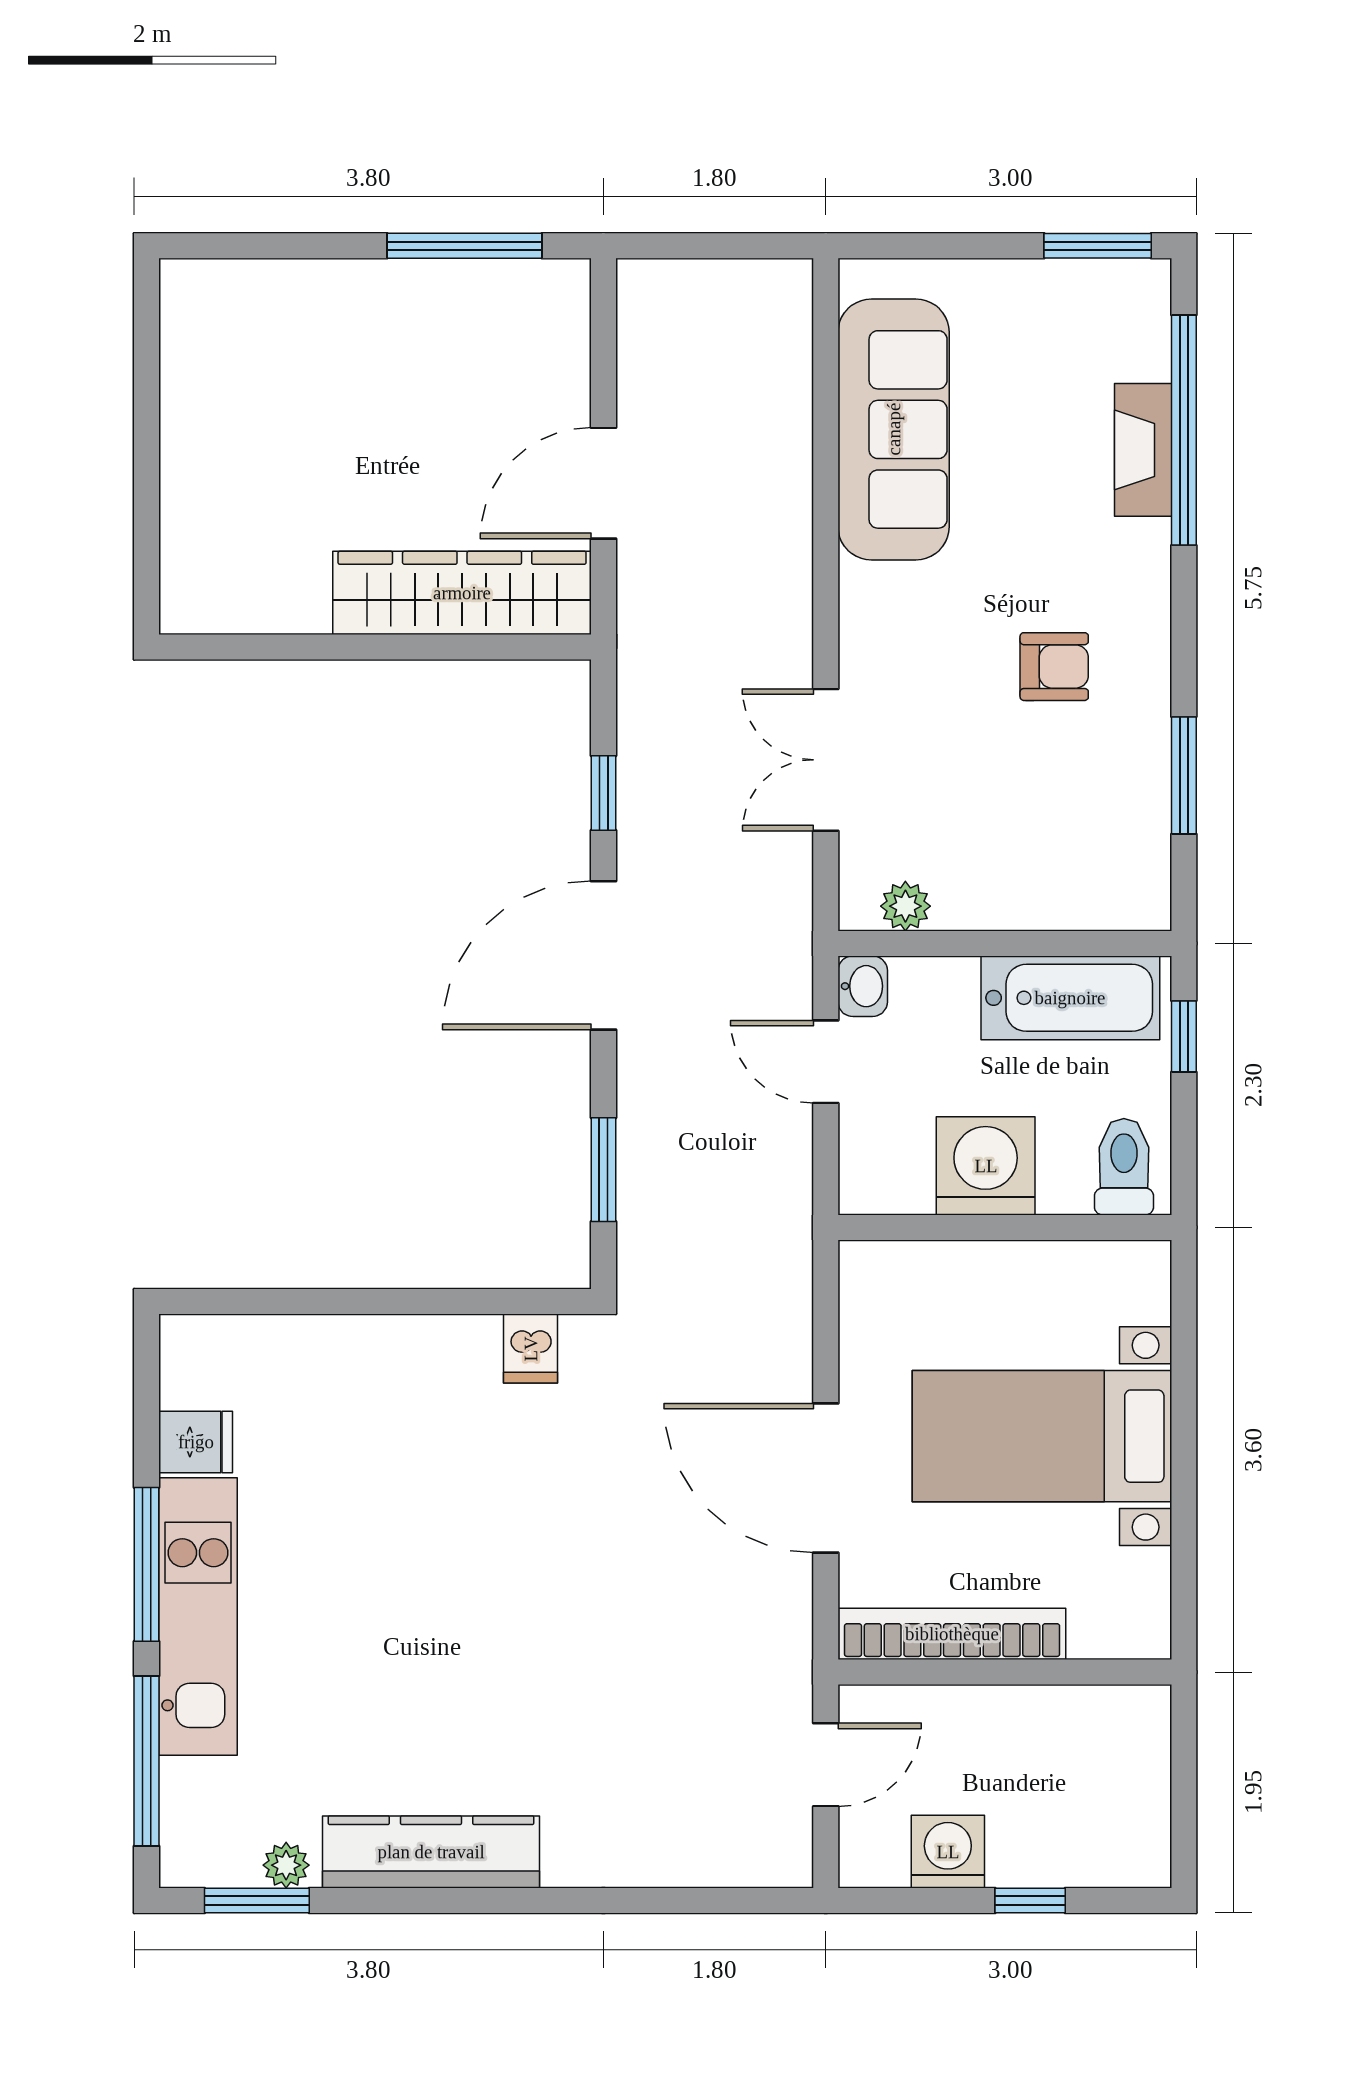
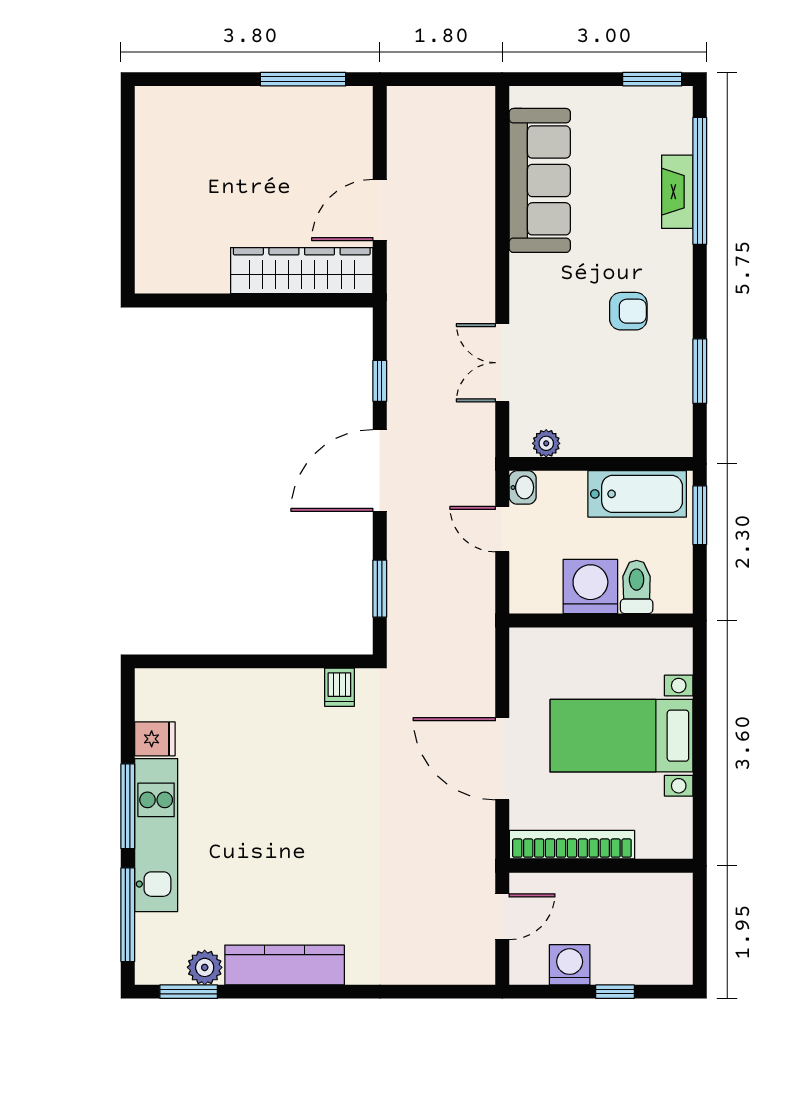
window: (1184, 1036) -> (700, 515), width x1.50
toilet: (1124, 1167) -> (637, 587), moved
plant: (286, 1865) -> (205, 967), width x1.38, depth x1.38

